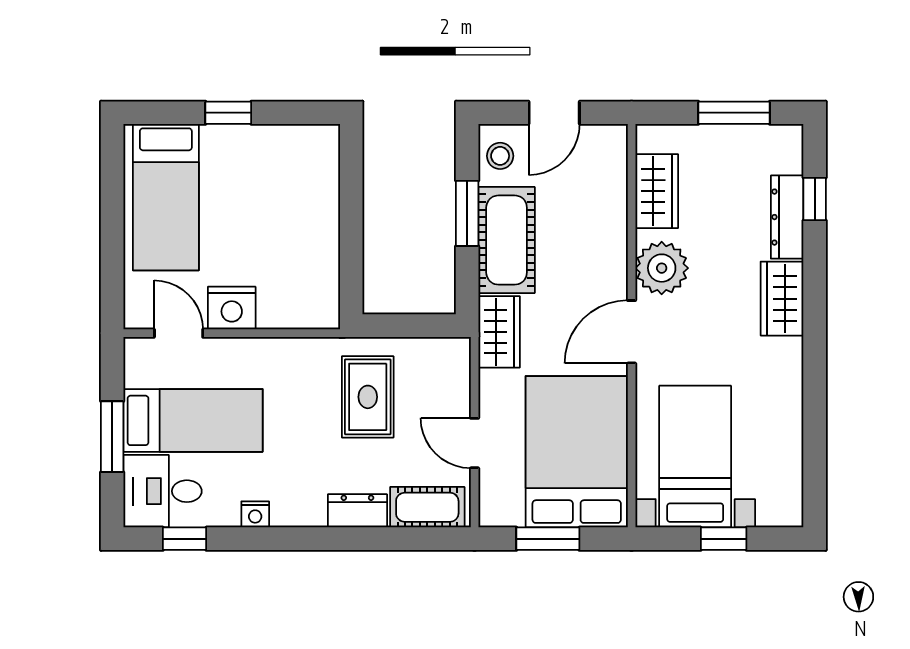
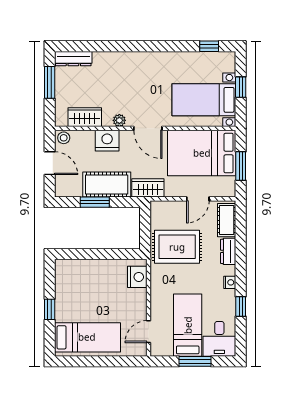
stool: (500, 156) -> (64, 138), moved
window: (815, 199) -> (209, 46), moved
dresser: (787, 217) -> (73, 59), moved
nightstand: (604, 241) -> (107, 141), added
plant: (662, 268) -> (119, 120), width x0.53, depth x0.53
wardrobe: (782, 299) -> (133, 61), removed
nightstand: (232, 308) -> (137, 277), moved
rug: (368, 397) -> (177, 247), width x1.36, depth x1.43
nightstand: (255, 514) -> (230, 282), moved
window: (185, 539) -> (241, 306), moved

